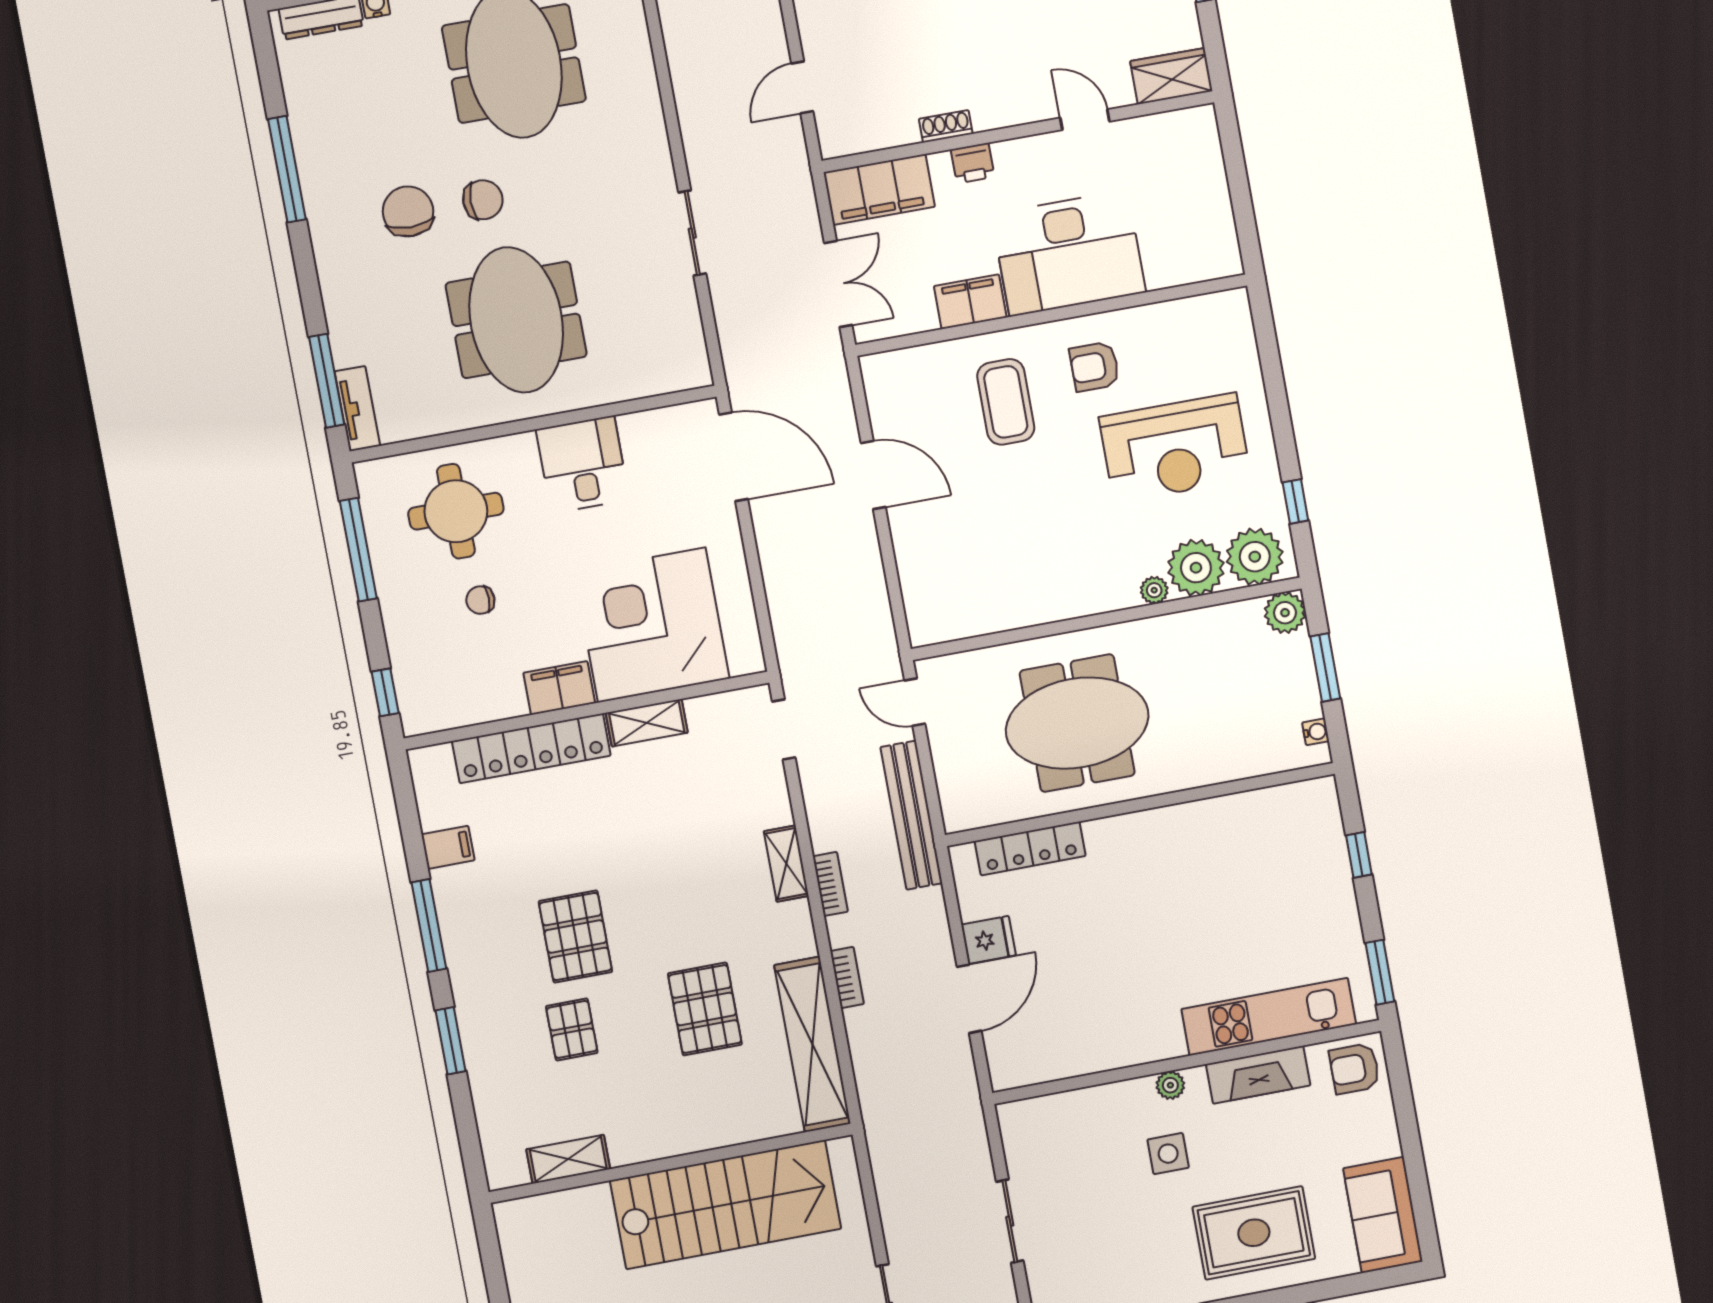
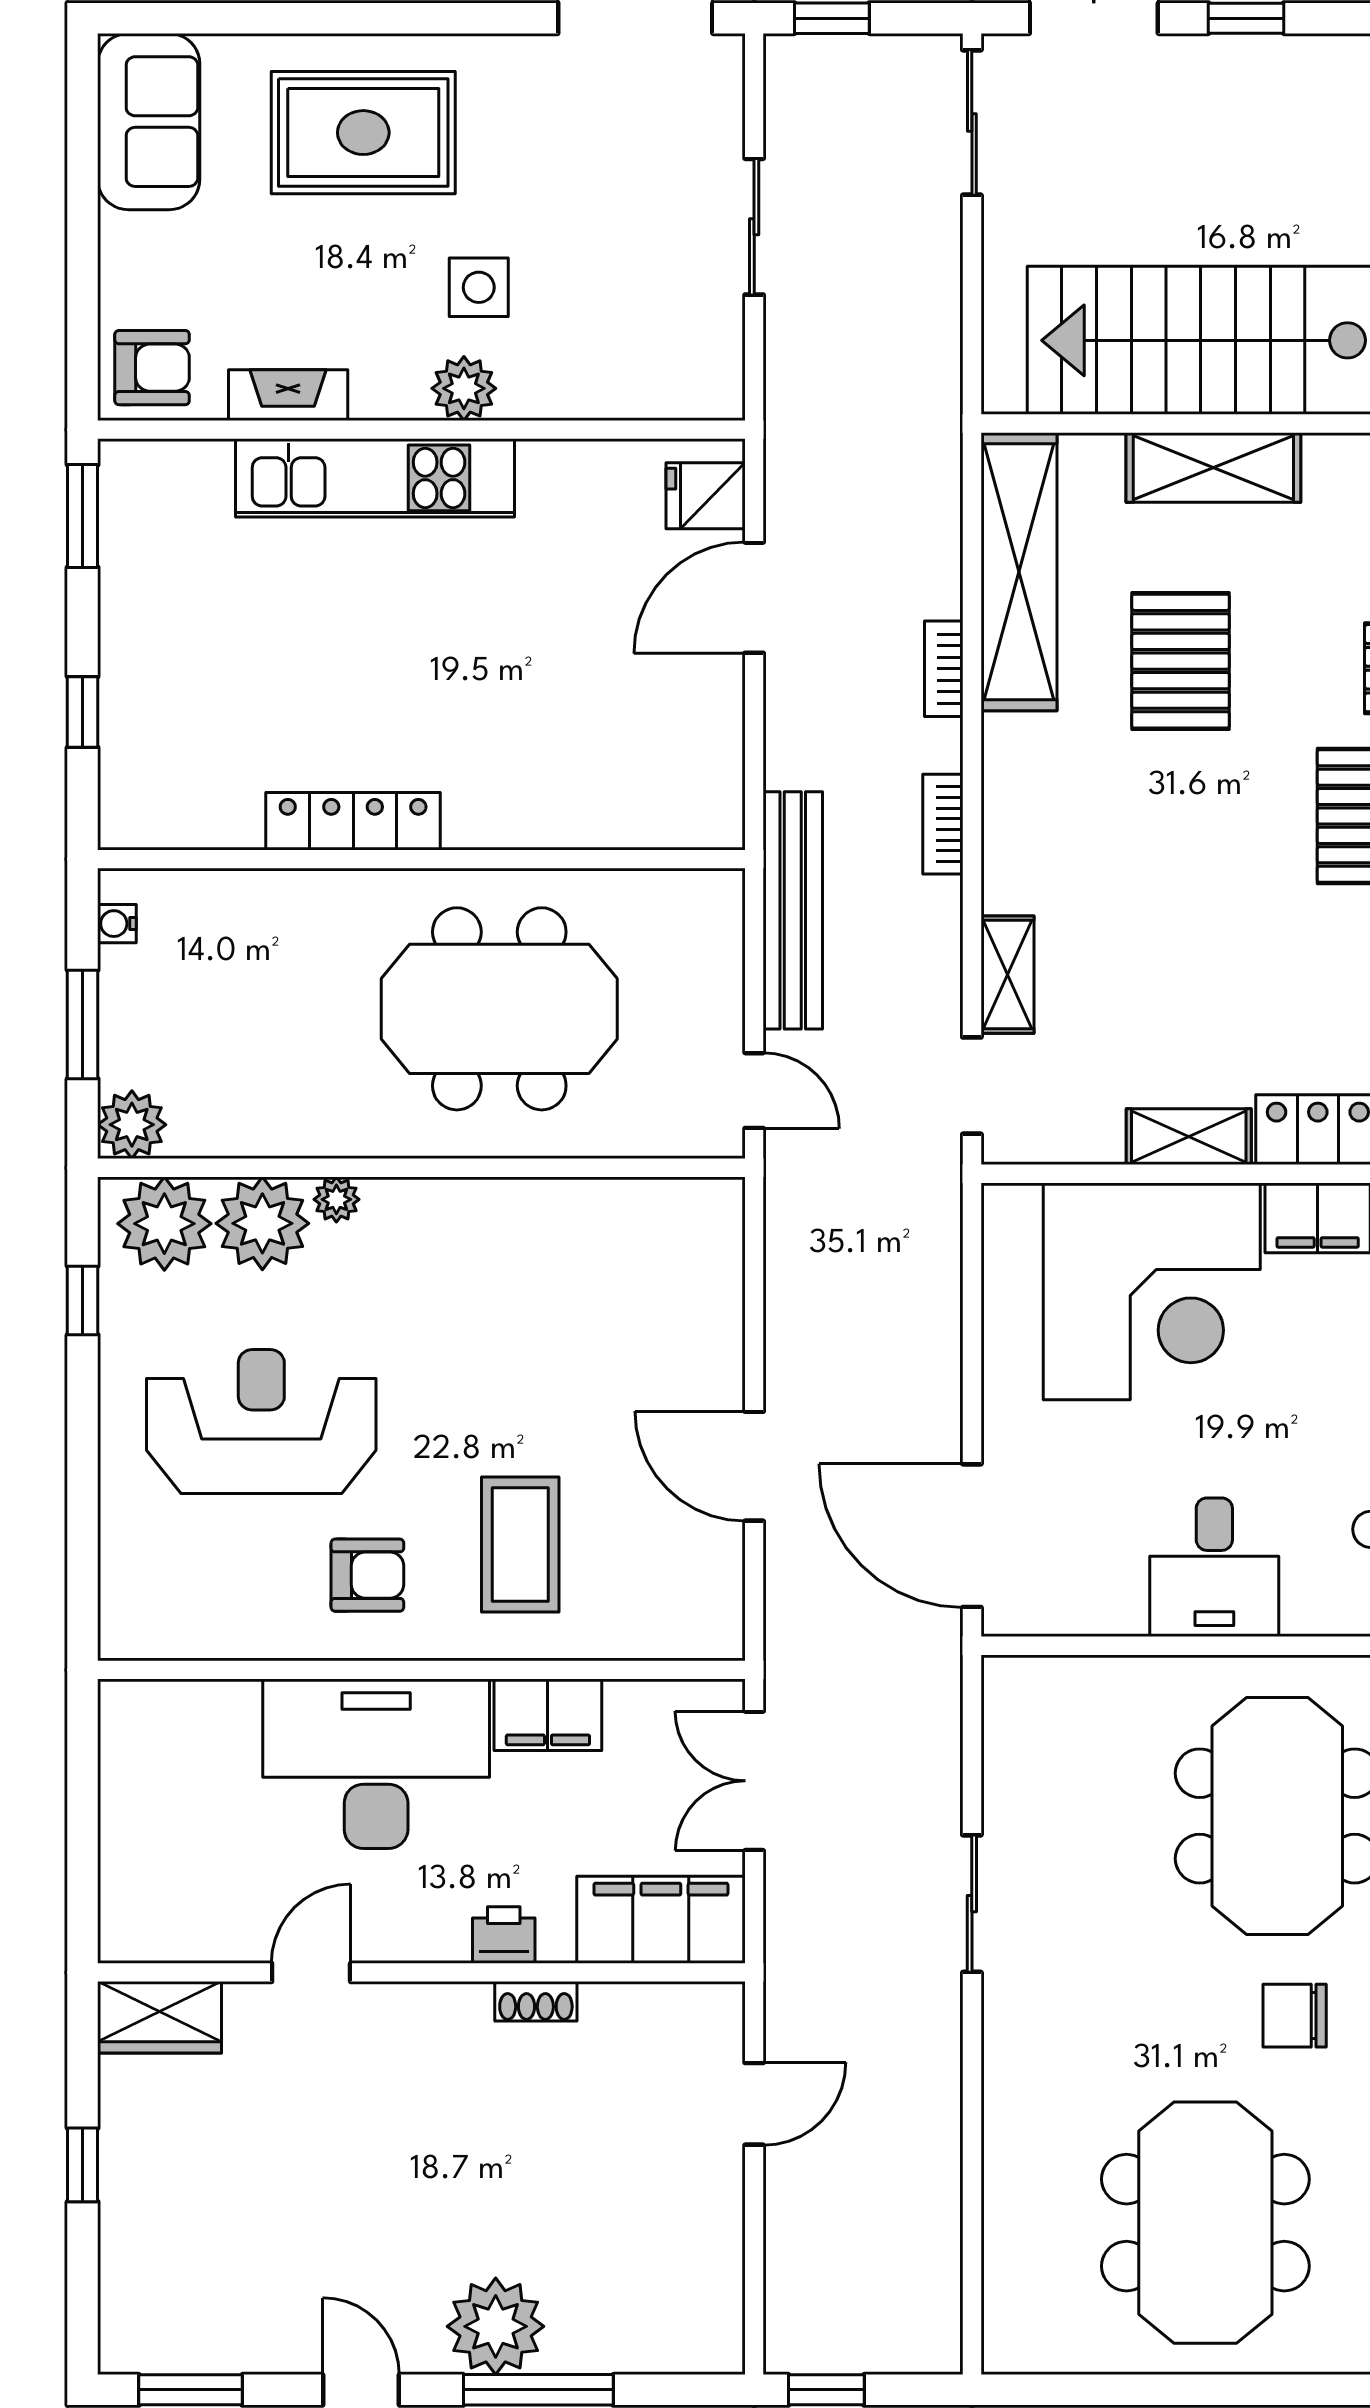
door: (1085, 120) -> (311, 1972), swing flipped
locker: (1030, 848) -> (353, 821), moved
shelving: (786, 864) -> (1007, 975), moved
fridge: (989, 940) -> (706, 496), moved
kitchen unit: (1269, 1017) -> (375, 478), moved
fireplace: (1258, 1075) -> (288, 395), width x0.73, depth x0.76
plant: (1170, 1085) -> (464, 388), width x1.38, depth x1.38
shelving: (707, 1129) -> (1213, 468), added

